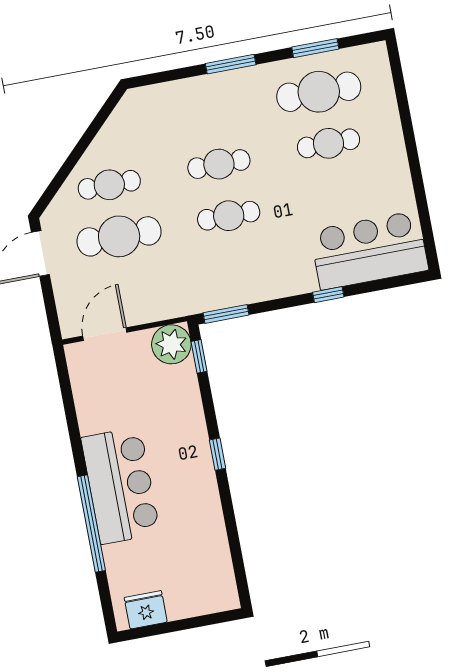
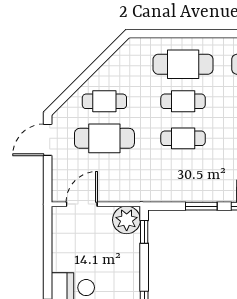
window: (231, 64) -> (204, 34), removed
cafe table: (209, 112) -> (183, 64), added
window: (226, 314) -> (201, 206), moved

